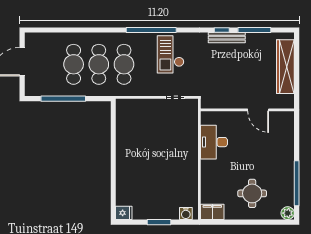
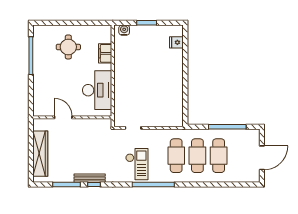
desk: (214, 142) -> (97, 90), width x1.36, depth x1.30
filing cabinet: (212, 212) -> (105, 53), moved, turned 90
fridge: (124, 213) -> (176, 42), moved
plant: (288, 213) -> (38, 30), removed

